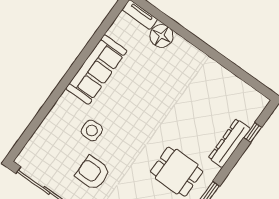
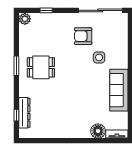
dresser: (229, 143) -> (24, 113), moved
armchair: (93, 173) -> (83, 36), turned 180

